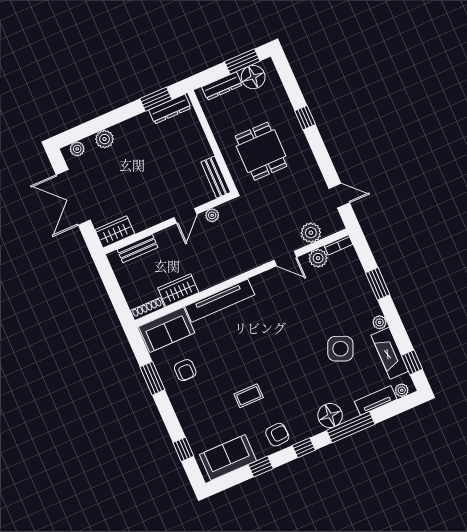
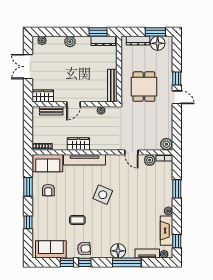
plant: (105, 139) -> (70, 42), moved
bench: (216, 177) -> (112, 86), width x1.36
door: (339, 196) -> (177, 97), moved
double door: (73, 197) -> (28, 67), width x0.73
door: (185, 216) -> (74, 104), moved
plant: (311, 233) -> (166, 144), moved
wardrobe: (178, 290) -> (78, 144), moved
side table: (340, 349) -> (103, 195), moved
window: (304, 448) -> (85, 262), moved
window: (183, 449) -> (28, 222), moved

